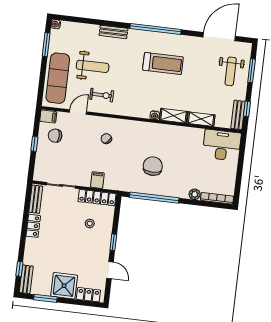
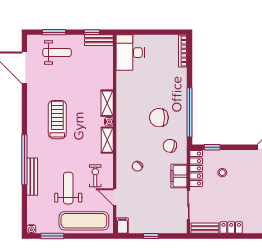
window: (156, 29) -> (24, 160), moved
bench: (113, 32) -> (32, 177), width x1.36
shelving: (201, 119) -> (107, 140), moved
chair: (55, 136) -> (170, 146), moved, turned 104
filing cabinet: (97, 180) -> (179, 176), width x2.00
plant: (195, 194) -> (182, 73), removed
window: (113, 242) -> (212, 147), moved

